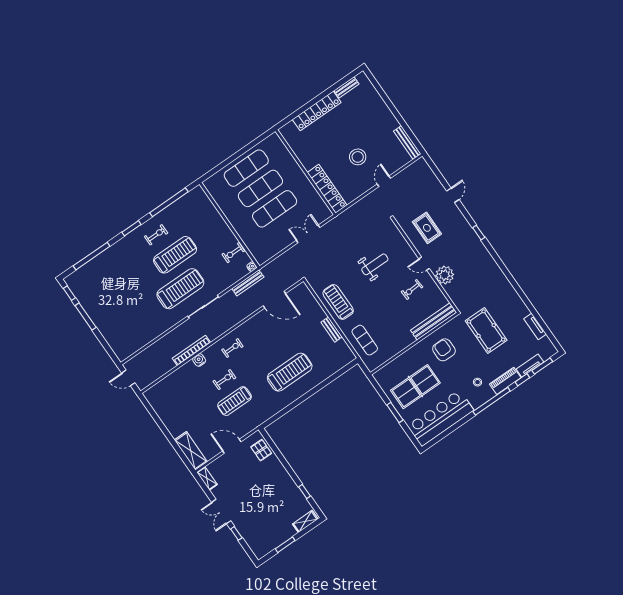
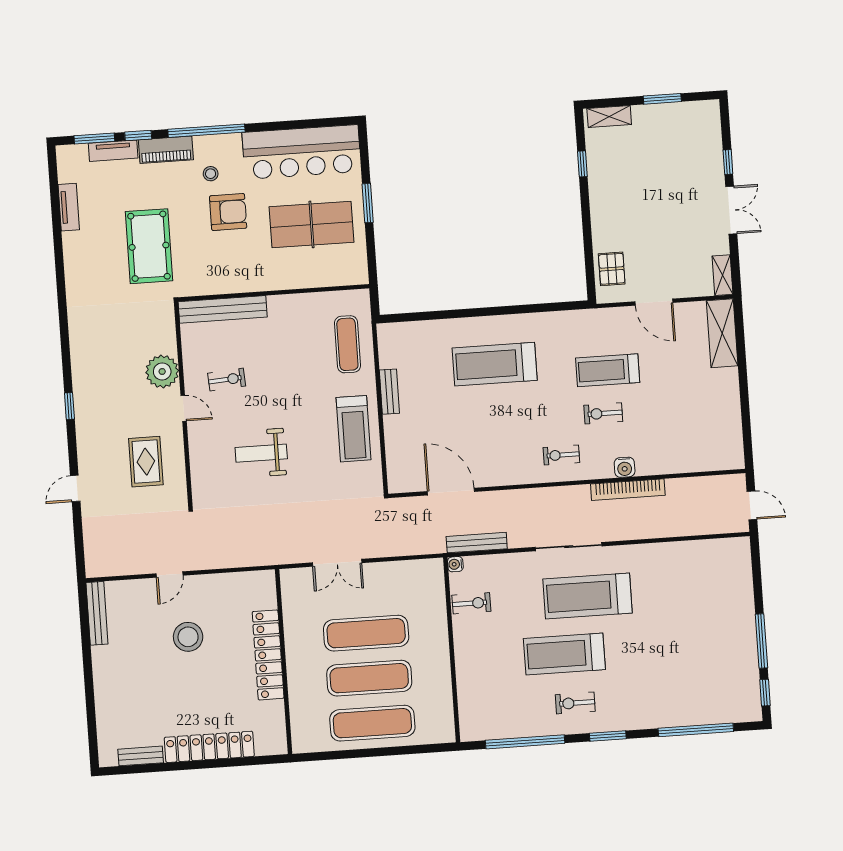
locker: (327, 189) -> (268, 655), moved
armchair: (444, 350) -> (228, 212), moved, turned -90
treadmill: (235, 401) -> (608, 370), turned 180

